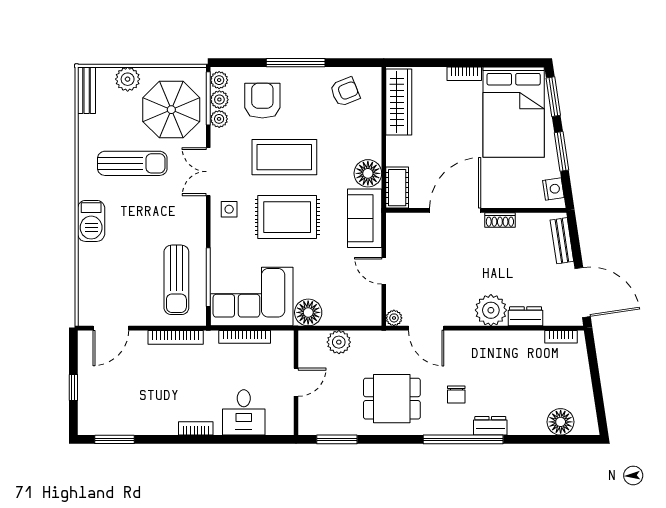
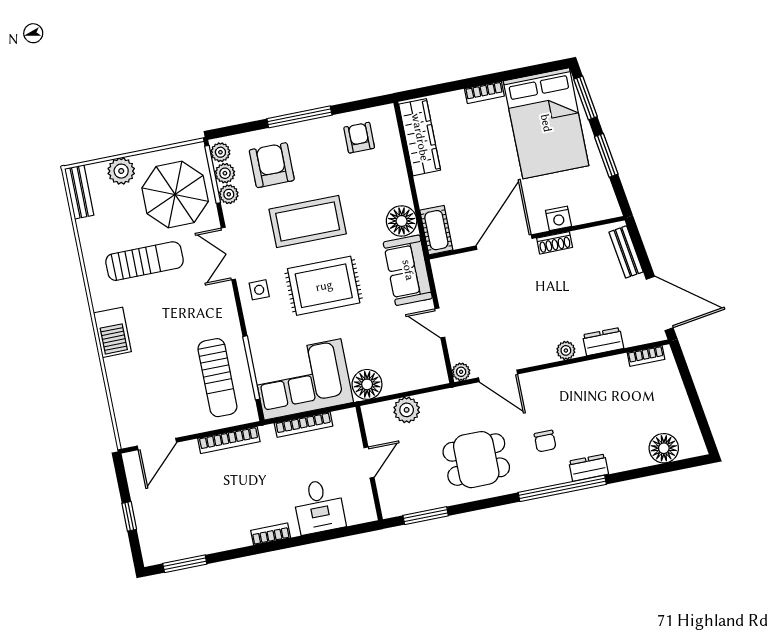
armchair: (345, 92) -> (359, 138), turned -68
nightstand: (553, 189) -> (558, 218), moved, turned 99
plant: (491, 310) -> (566, 350), width x0.53, depth x0.53

